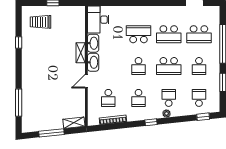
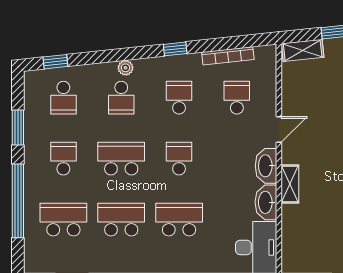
school desk: (139, 34) -> (179, 220), turned 180
window: (151, 122) -> (175, 49), moved

